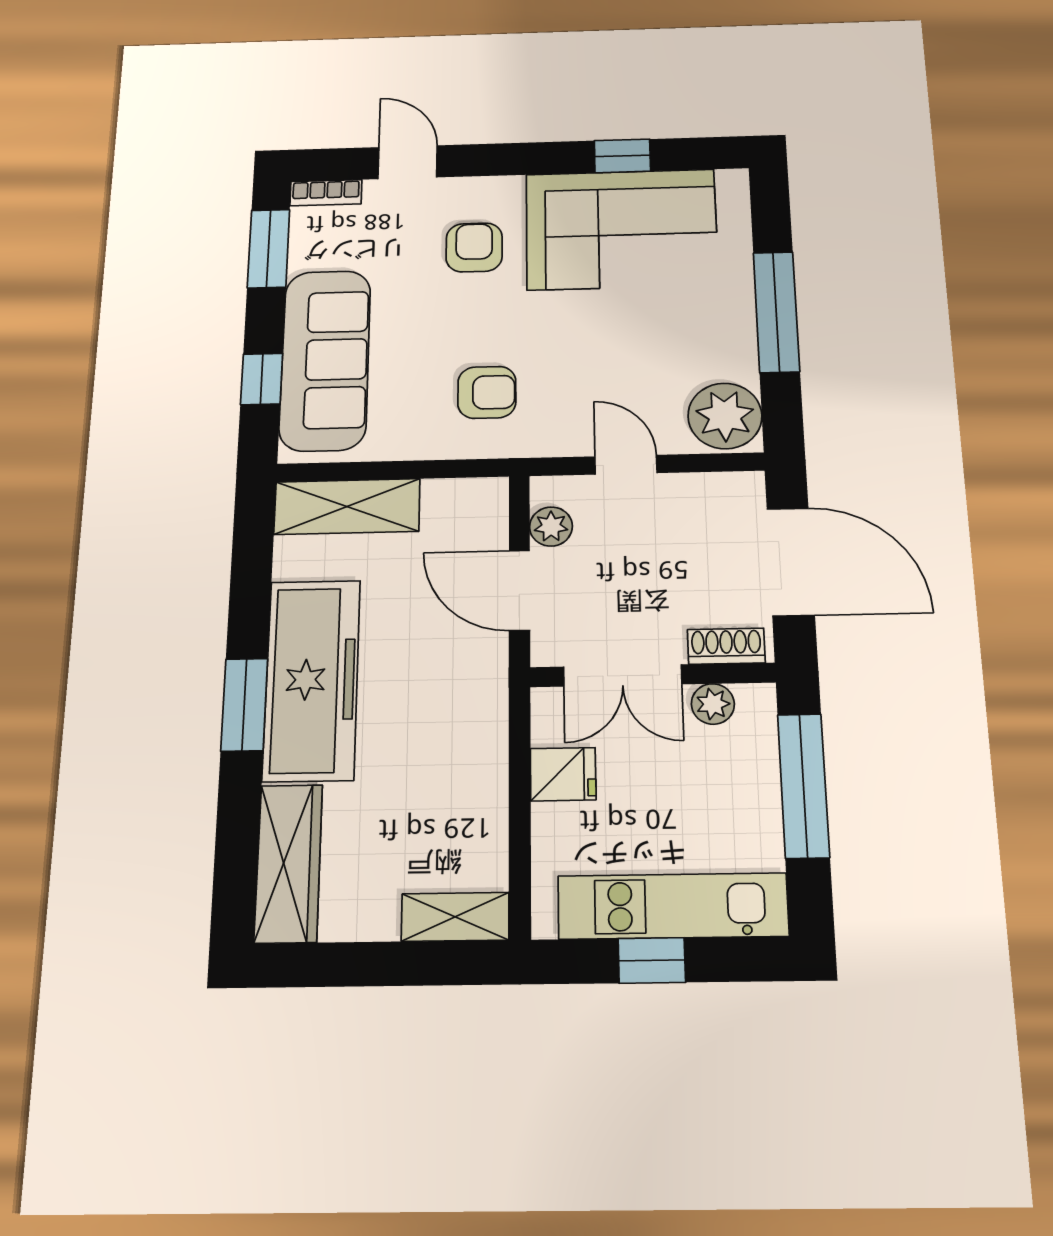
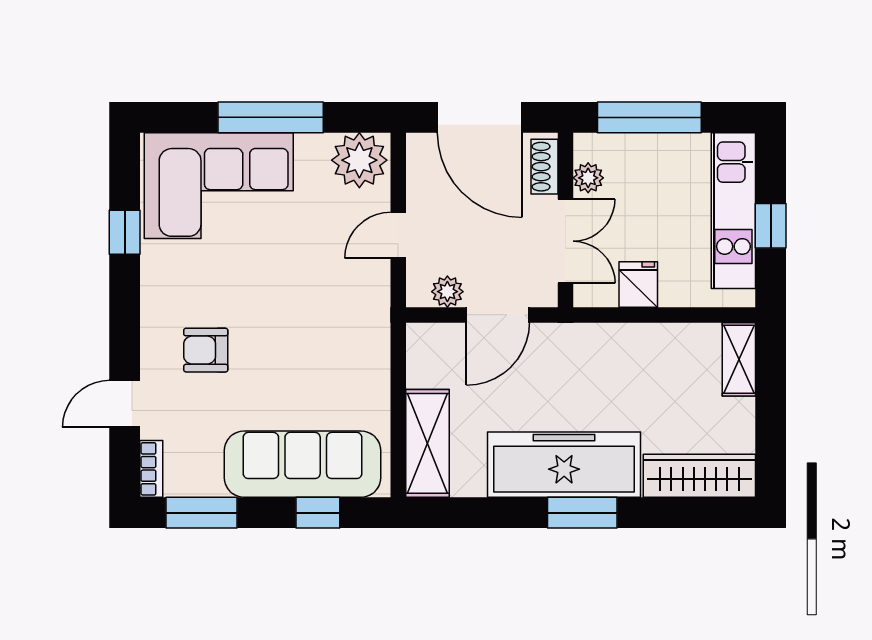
corner sofa: (621, 229) -> (219, 186), moved, turned 90
armchair: (487, 392) -> (334, 340), removed
door: (791, 562) -> (480, 117), swing flipped

